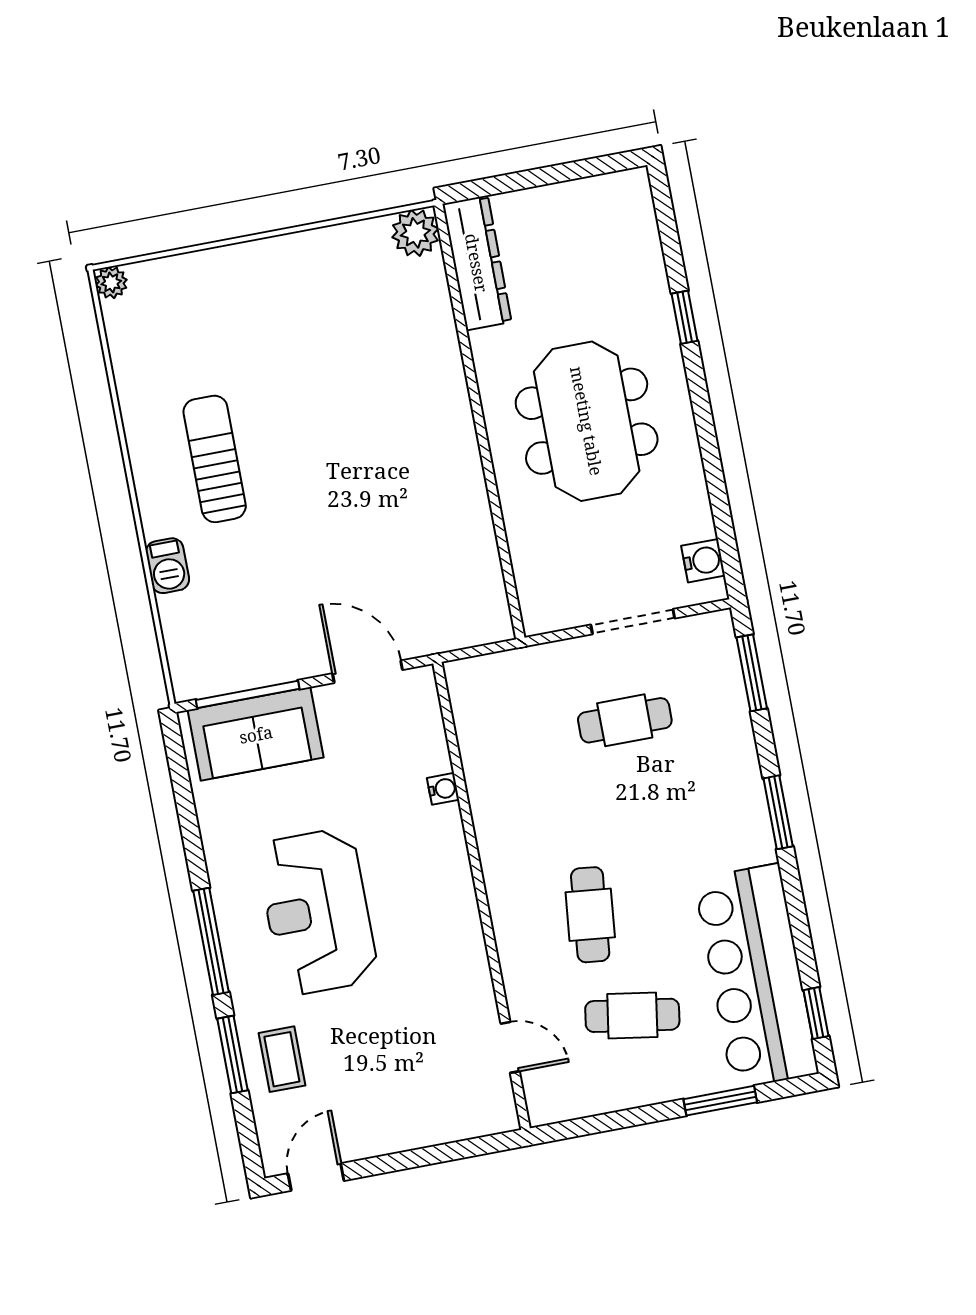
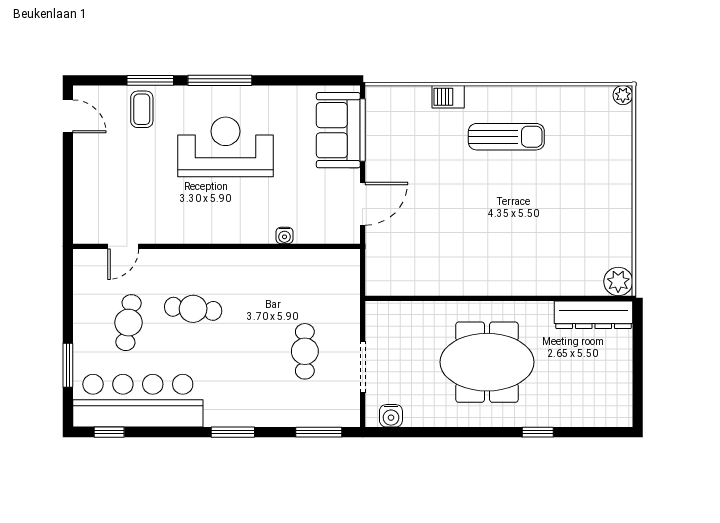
coffee table: (282, 1059) -> (142, 109), turned 90

